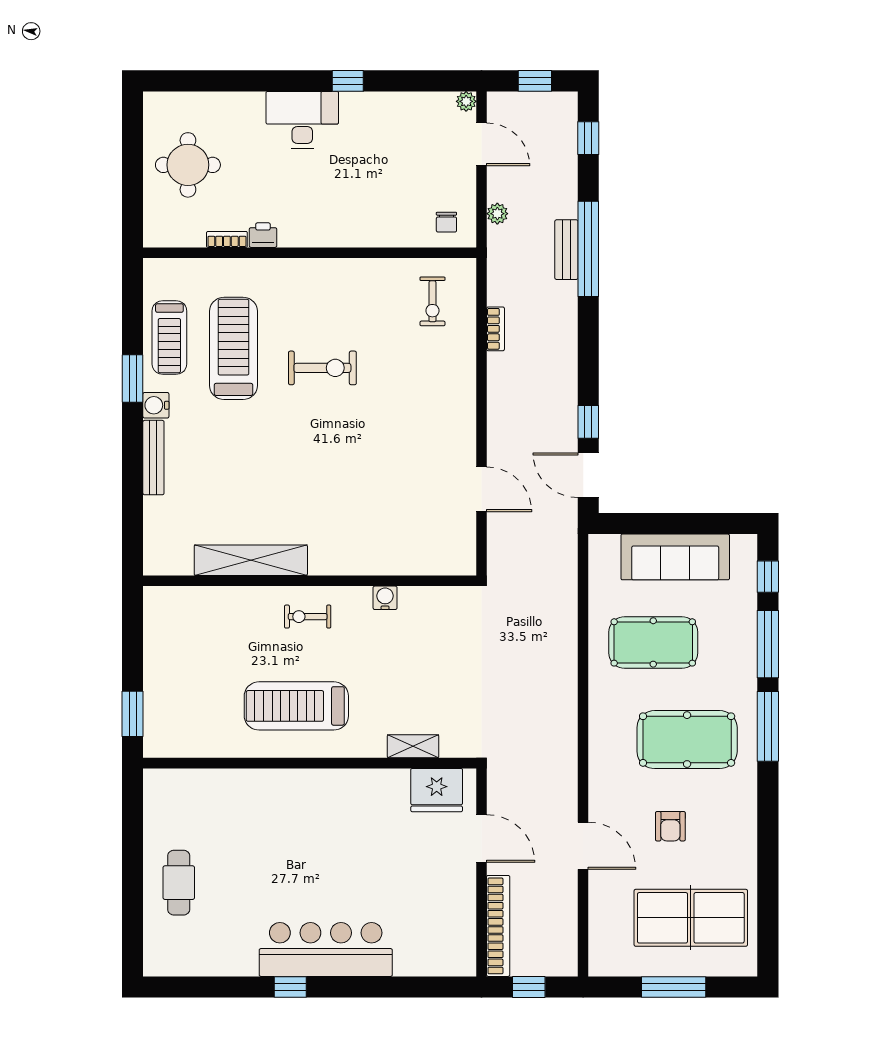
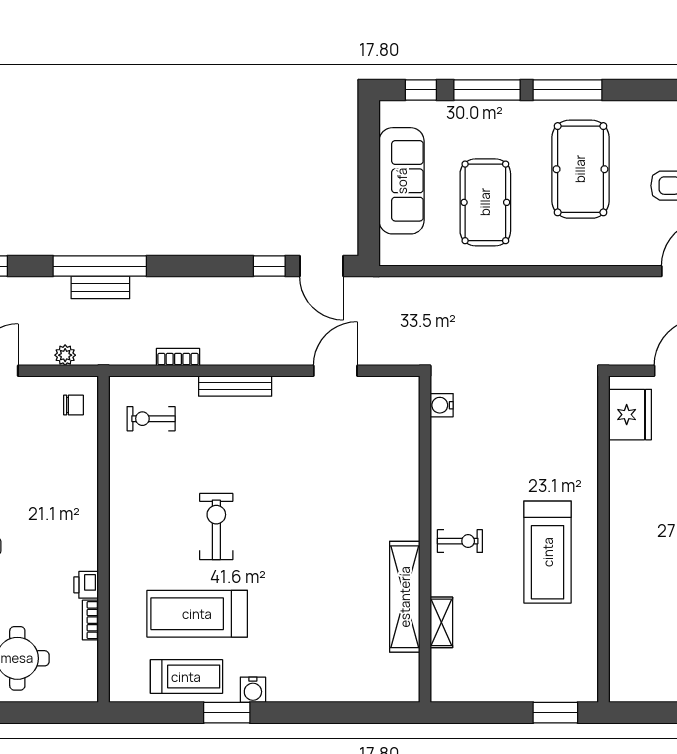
exercise bike: (432, 301) -> (151, 419), turned 180
bench: (153, 458) -> (235, 386), moved
door: (588, 475) -> (322, 266), hinge flipped
water cooler: (385, 598) -> (442, 405), moved
exercise bike: (308, 617) -> (460, 541), turned -90
shelving: (413, 746) -> (441, 622), moved

